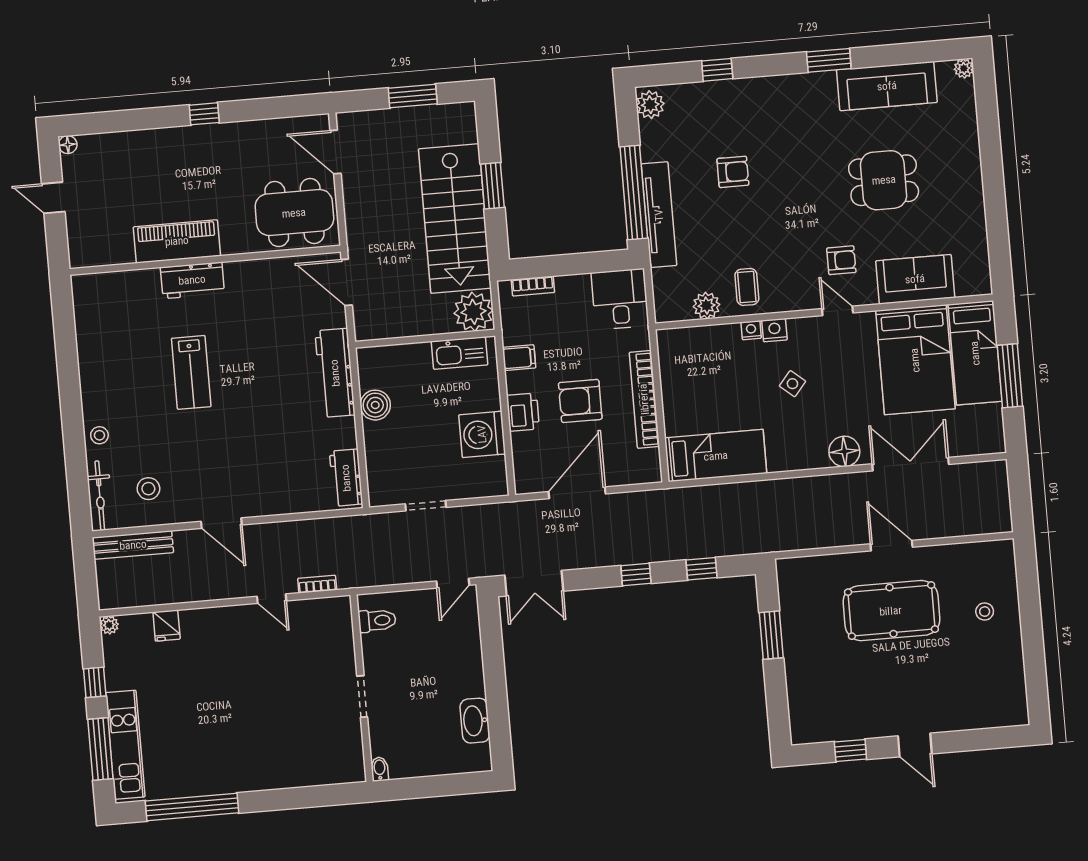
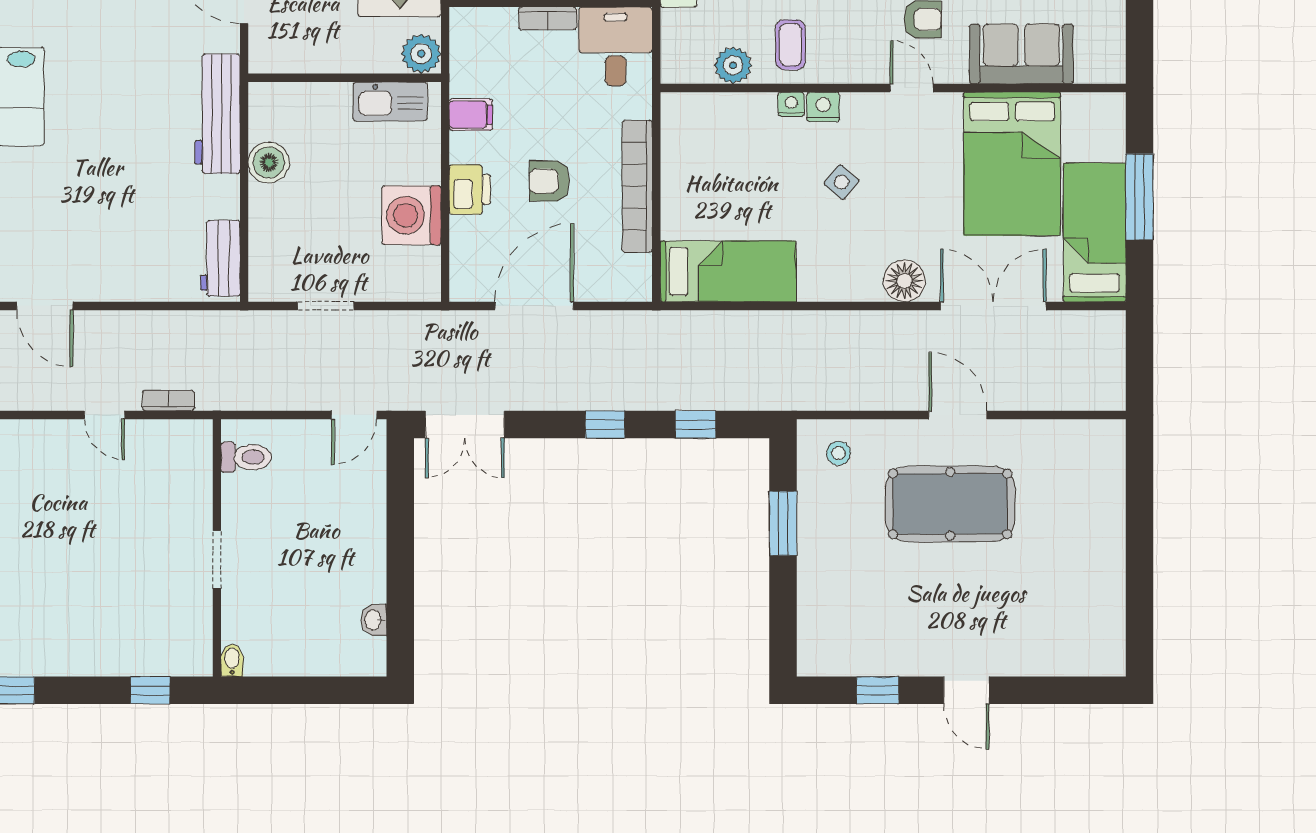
bookcase: (533, 286) -> (548, 18), moved
plant: (473, 312) -> (421, 54), width x0.73, depth x0.73
bed: (975, 353) -> (1095, 232), moved, turned 180
armchair: (580, 401) -> (549, 181), width x0.72, depth x0.72
stool: (985, 612) -> (839, 453), moved
washbasin: (475, 721) -> (374, 620), width x0.52, depth x0.69
window: (322, 796) -> (150, 690), added

